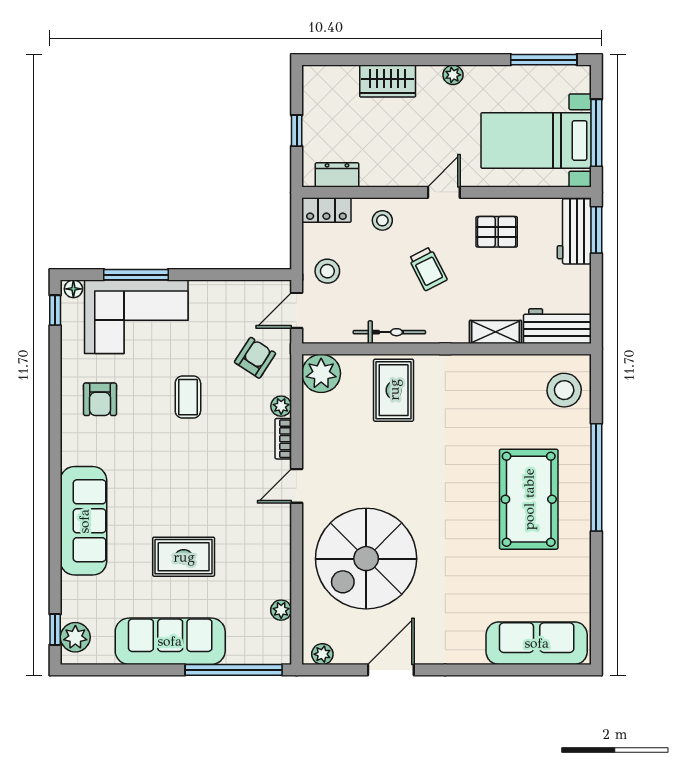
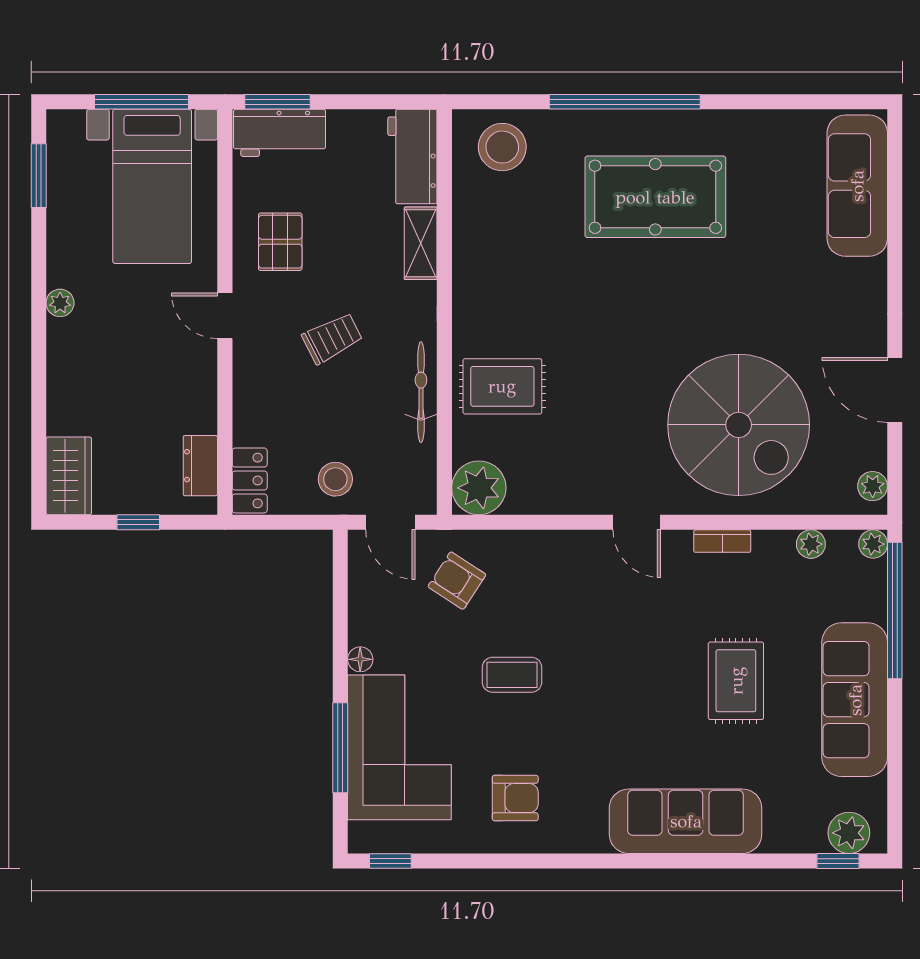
window: (544, 60) -> (39, 176), width x0.69
wardrobe: (388, 81) -> (69, 476), moved
stool: (382, 220) -> (264, 402), removed
floor lamp: (73, 289) -> (360, 659), moved
plant: (281, 406) -> (873, 544), moved
bookcase: (283, 439) -> (722, 541), moved

